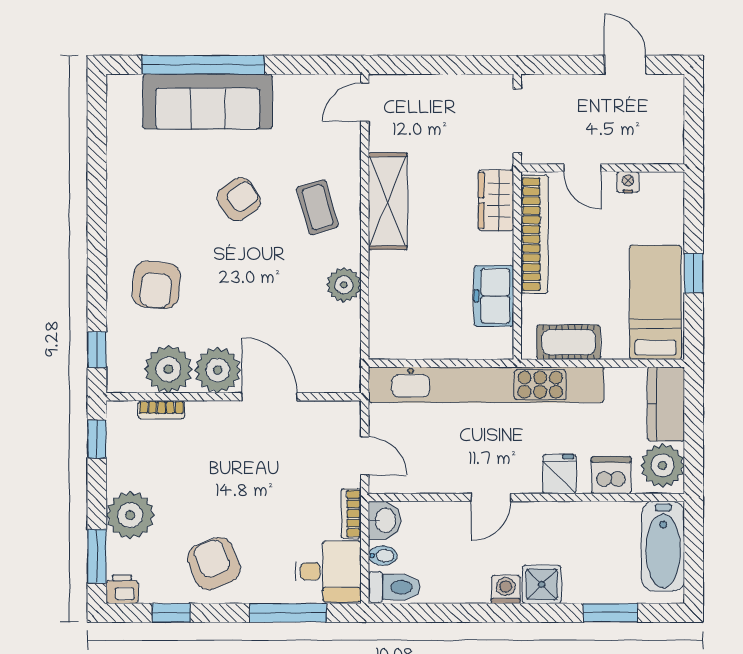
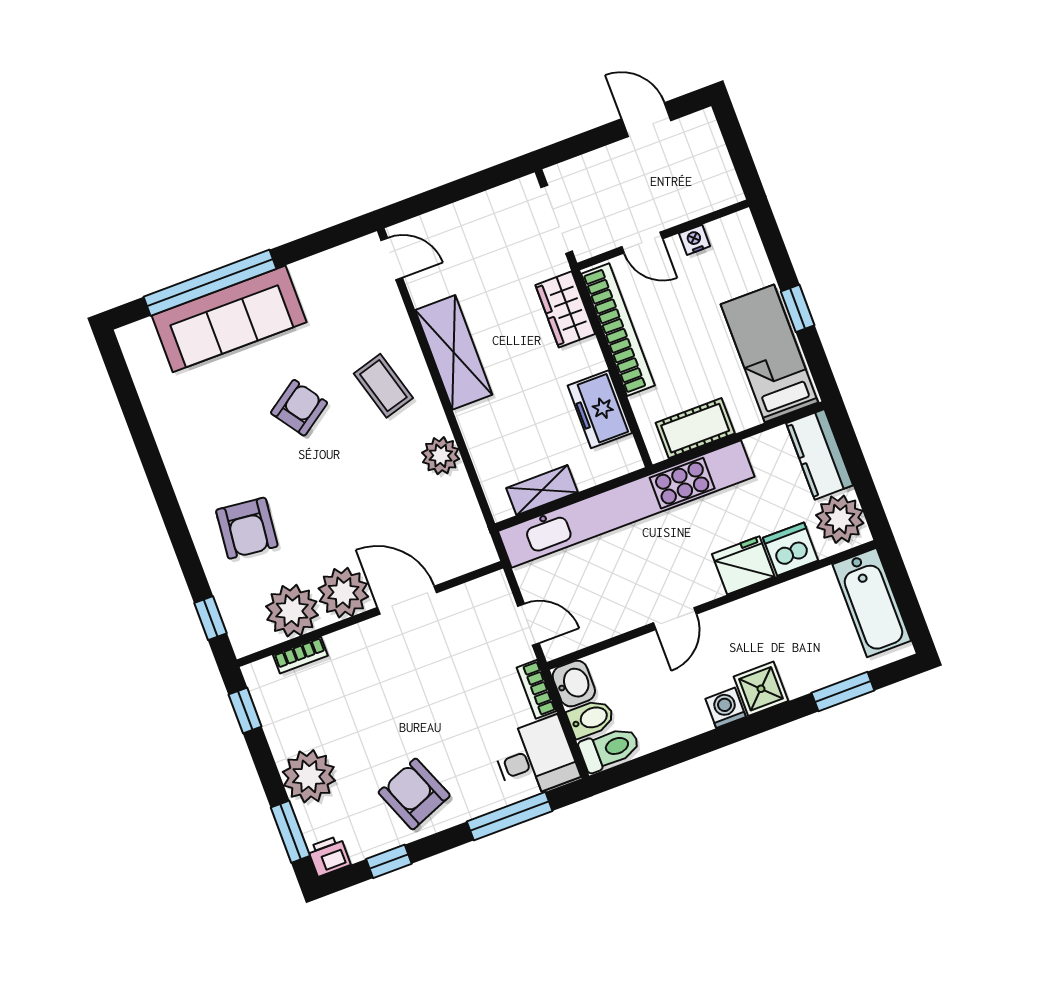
door: (365, 102) -> (392, 259), swing flipped
shelving: (419, 346) -> (542, 490), added
fridge: (560, 474) -> (743, 565), width x1.38
bidet: (383, 556) -> (591, 718), width x1.38, depth x1.36

